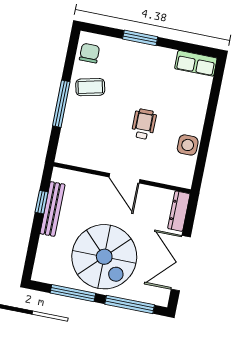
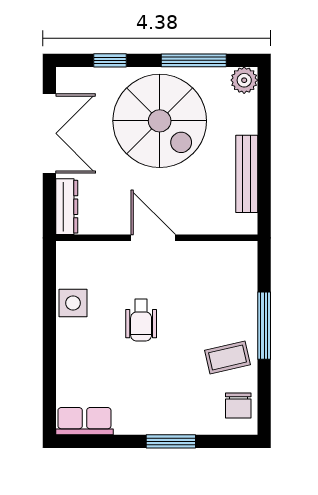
window: (42, 202) -> (264, 180), removed
spiral stairs: (104, 257) -> (160, 121), turned 180
plant: (41, 273) -> (244, 80), added
window: (130, 304) -> (110, 60), width x0.46

